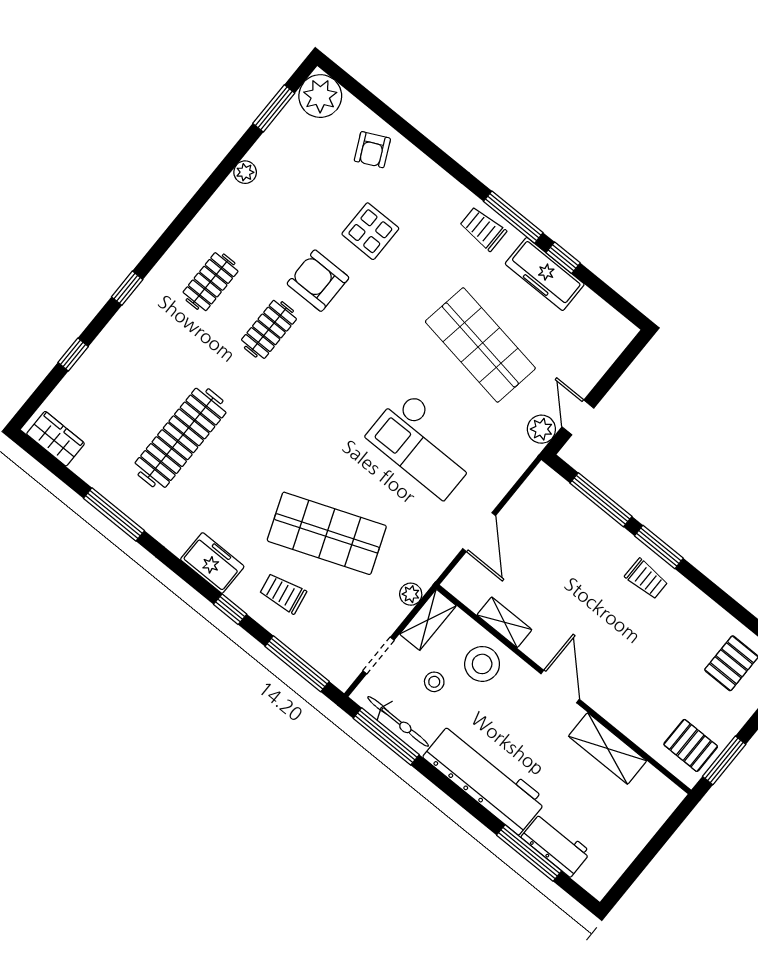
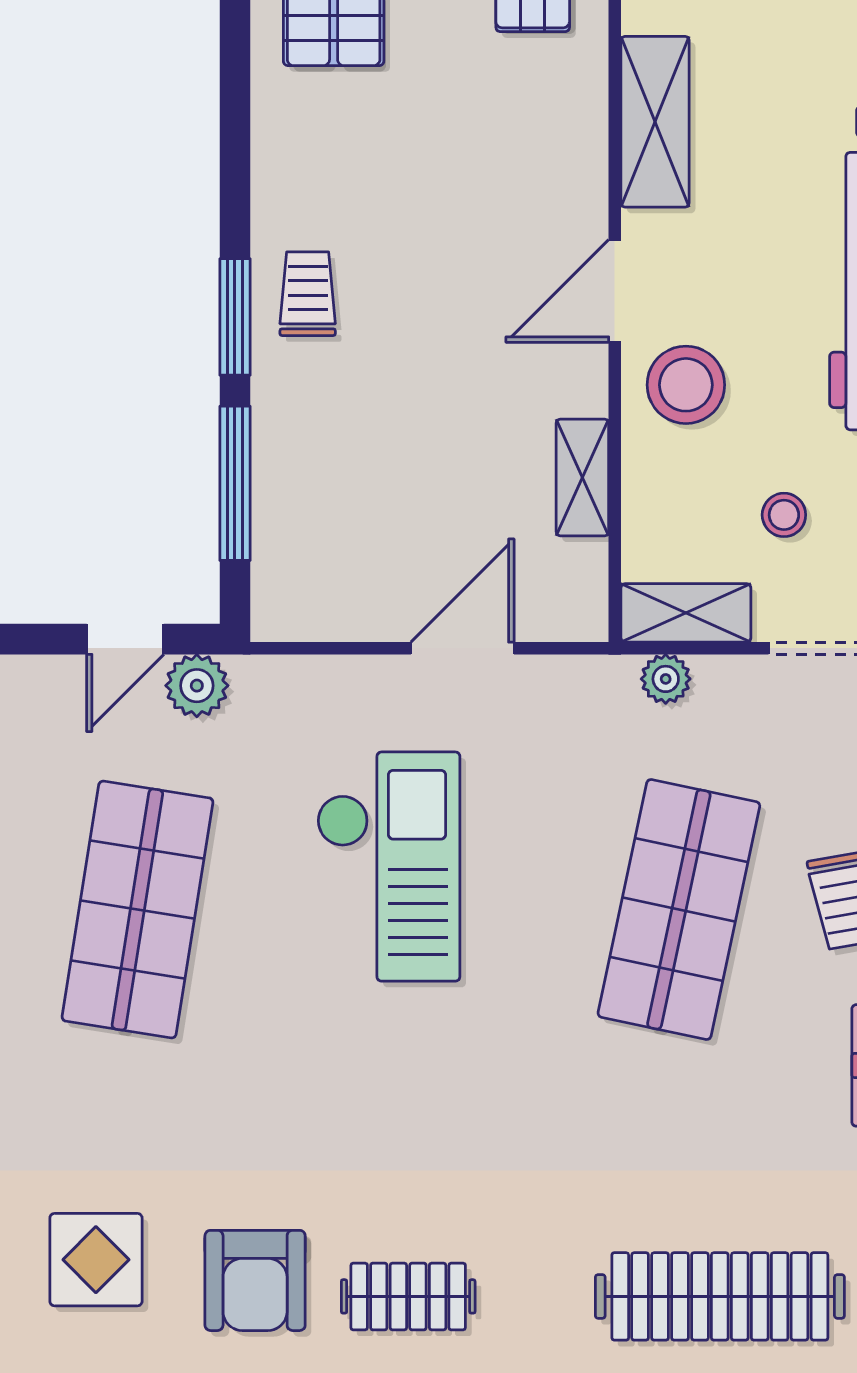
shop shelf: (327, 533) -> (679, 910), turned 33
stool: (482, 664) -> (686, 385), moved

